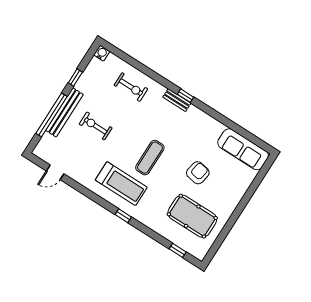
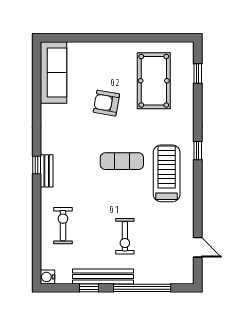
bench: (64, 112) -> (103, 276), moved

